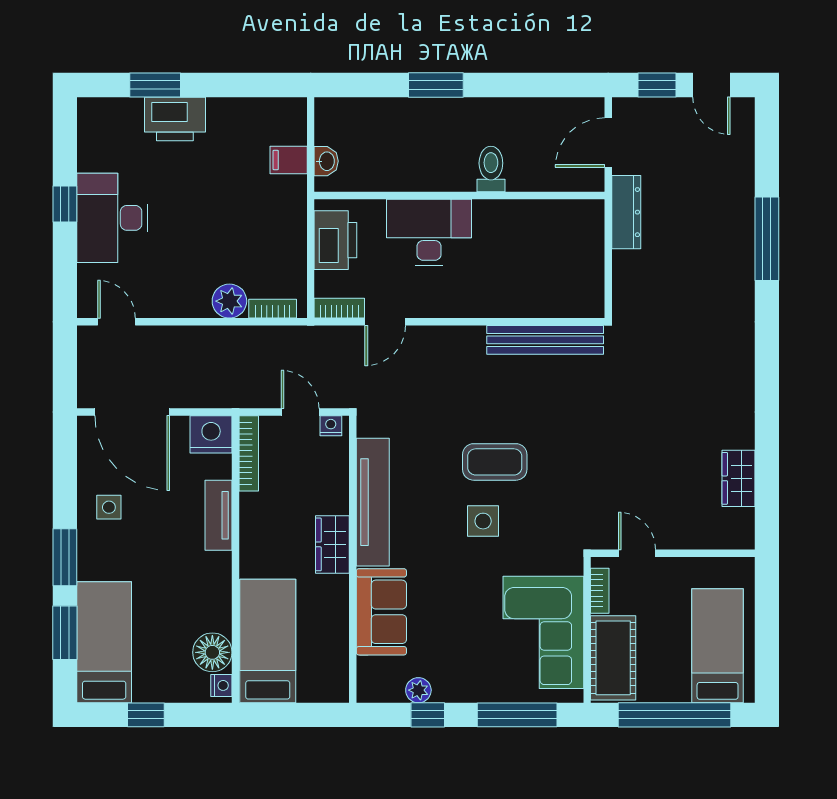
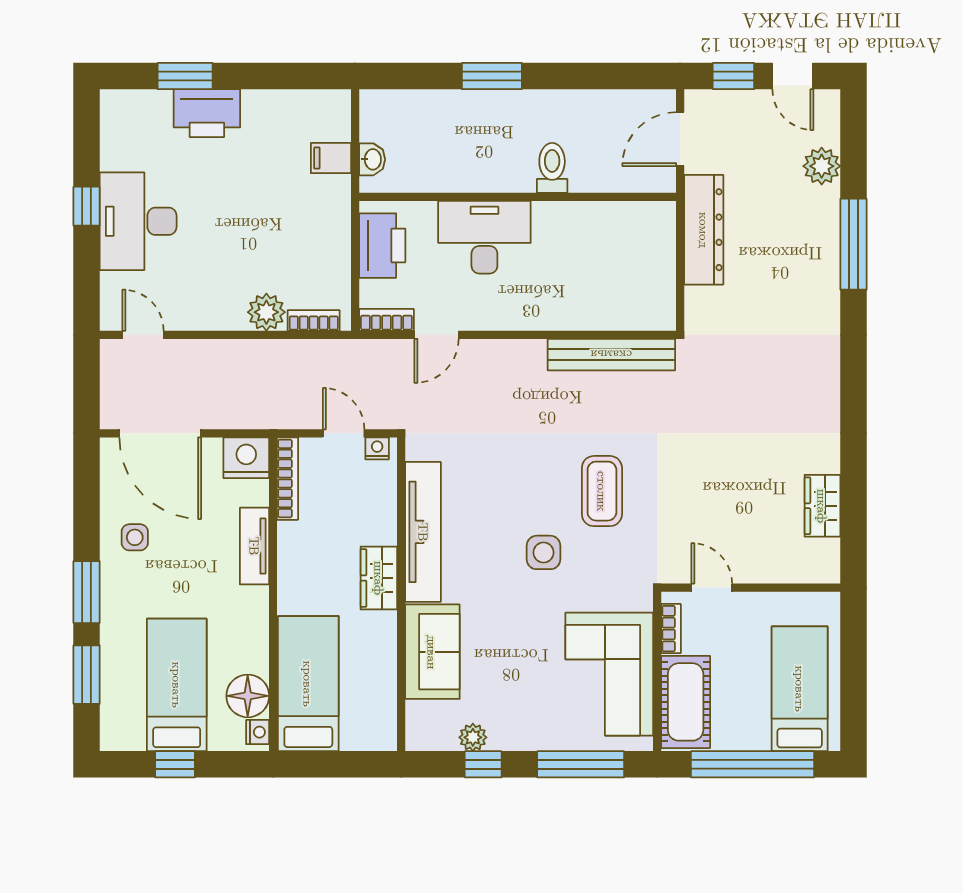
plant: (738, 167) -> (822, 166), added
dresser: (626, 212) -> (704, 230), width x1.37, depth x1.24
coffee table: (495, 462) -> (602, 491), moved, turned 90
bed: (104, 642) -> (177, 685), moved

